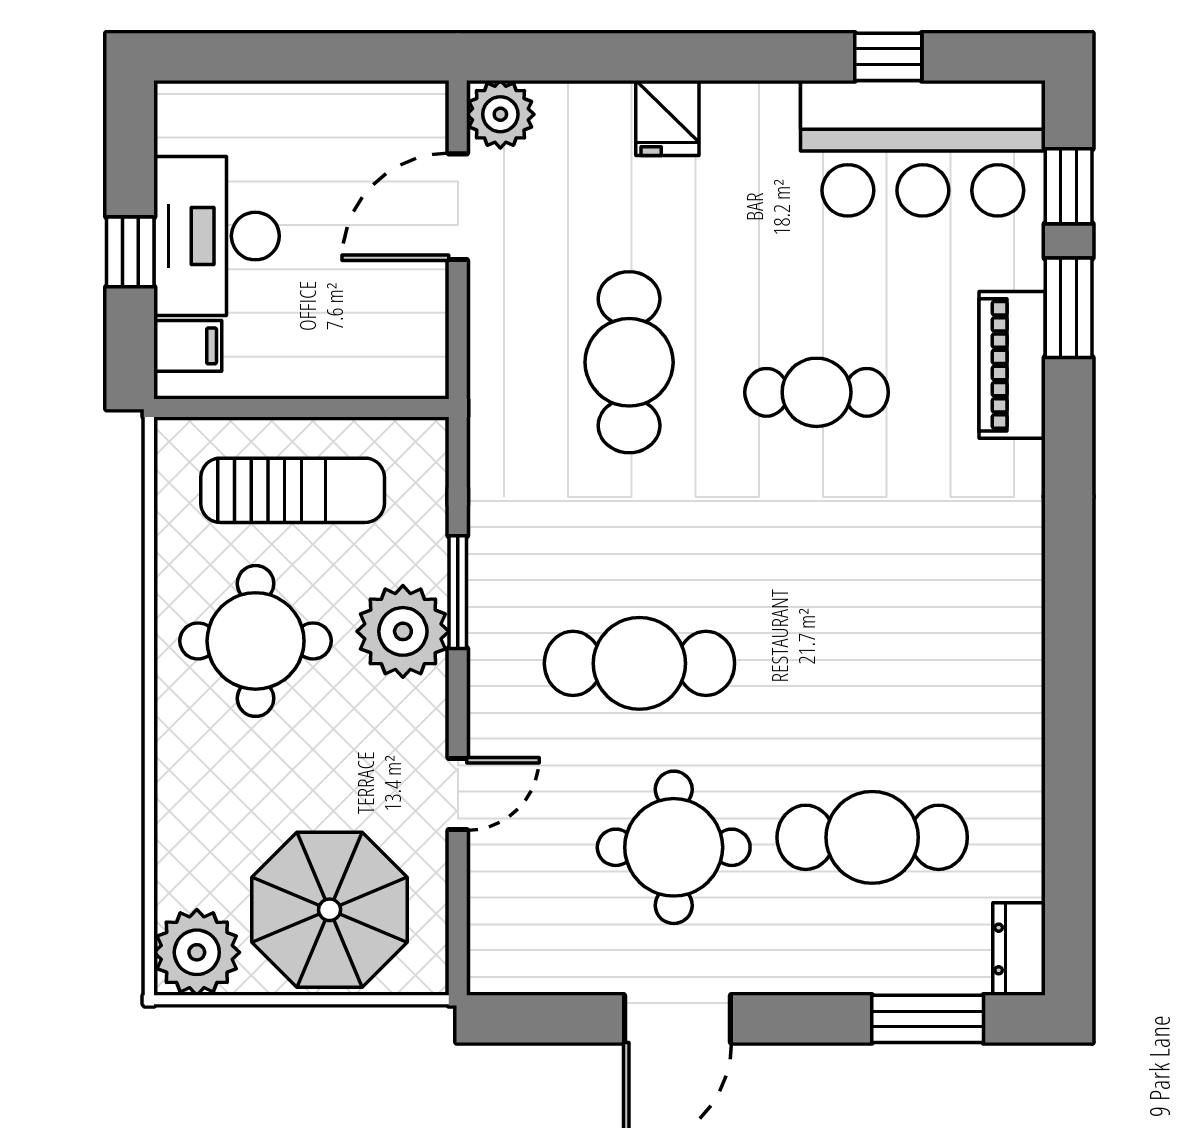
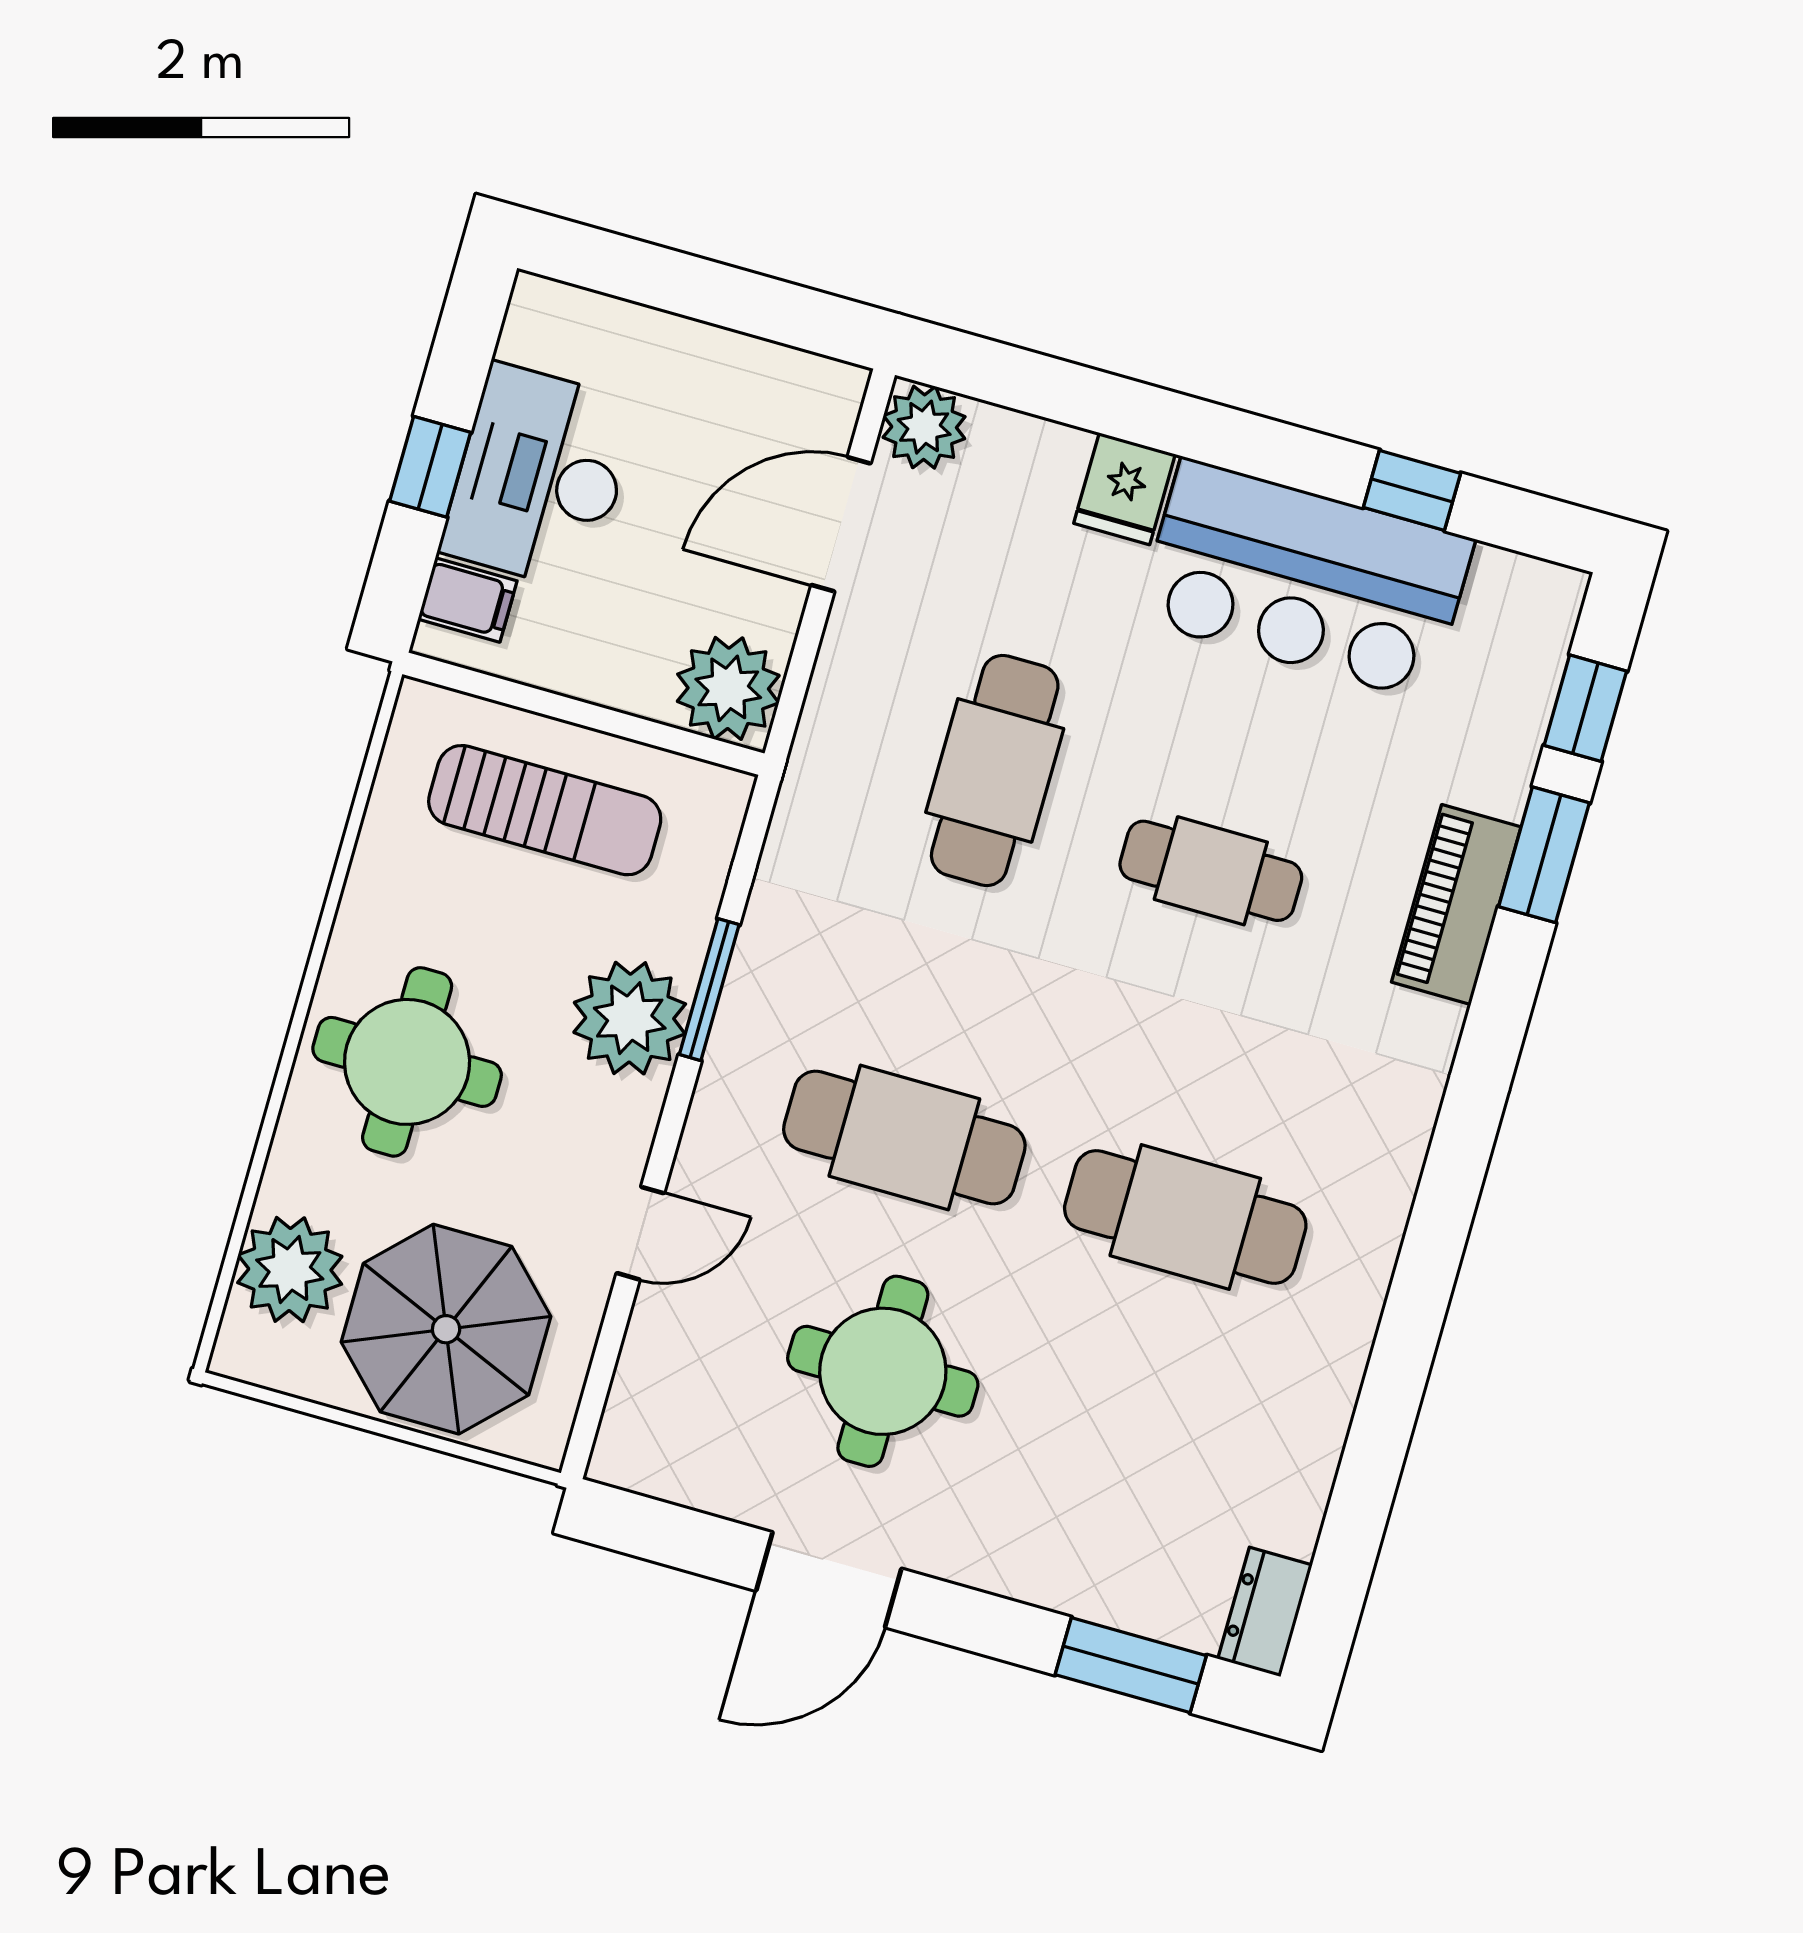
bar counter: (923, 148) -> (1305, 579), moved
plant: (407, 357) -> (728, 688), added
round table: (256, 641) -> (407, 1062), moved
cafe table: (872, 837) -> (1185, 1217), moved
plant: (197, 952) -> (290, 1270), moved

